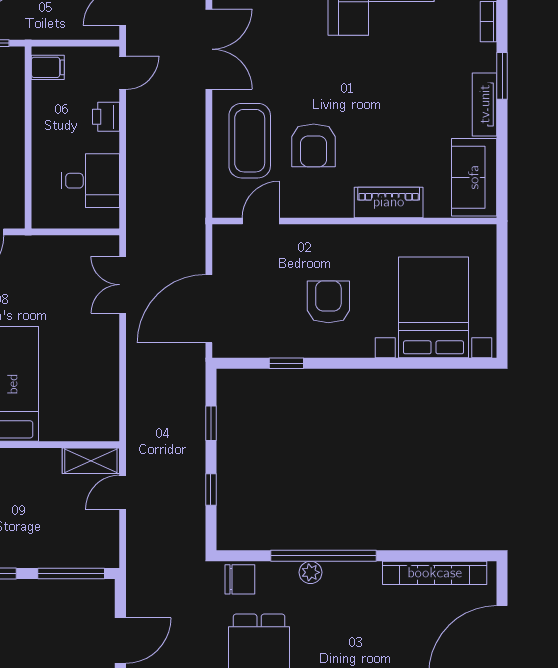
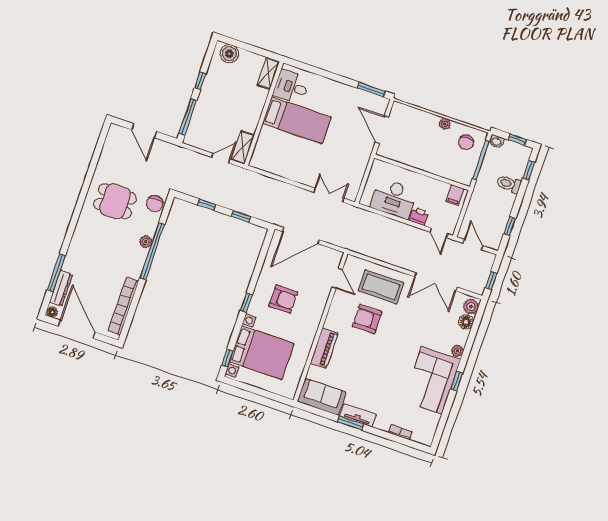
window: (502, 76) -> (351, 423), moved
desk: (90, 181) -> (394, 199), width x1.37
door: (209, 309) -> (301, 236), swing flipped
window: (286, 363) -> (246, 303), moved
window: (463, 363) -> (227, 358), added
door: (123, 492) -> (221, 158), hinge flipped

